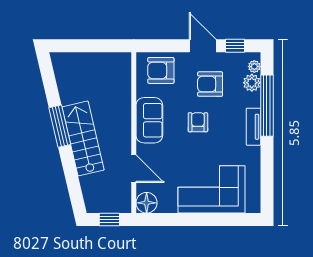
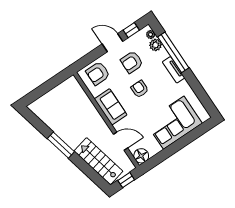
stairs: (83, 138) -> (98, 161), moved

